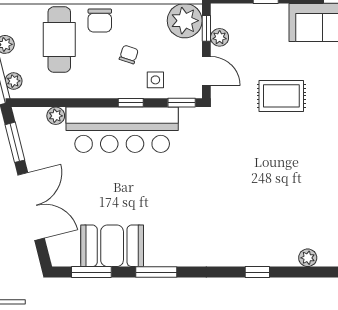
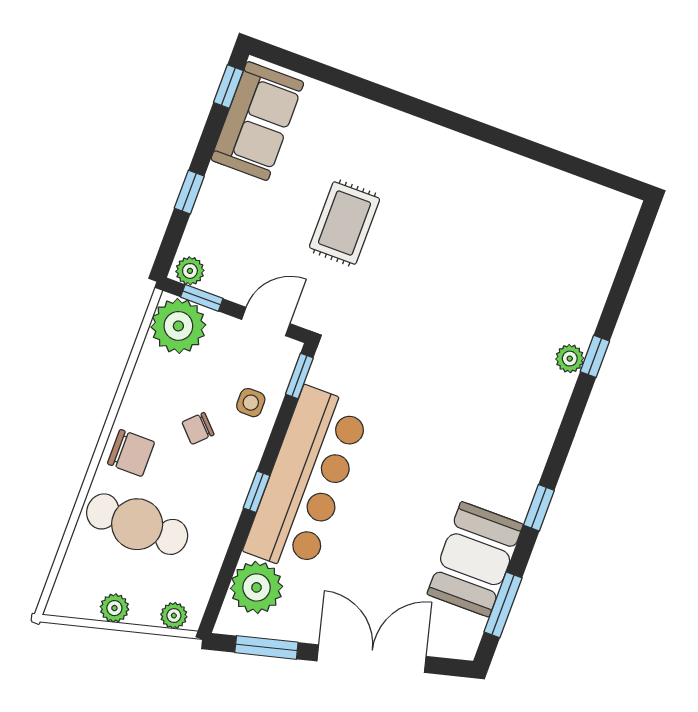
plant: (220, 37) -> (190, 271), moved
chair: (129, 54) -> (198, 428), turned -62
window: (131, 103) -> (257, 492), moved
plant: (56, 116) -> (257, 587), width x1.88, depth x1.88
plant: (308, 258) -> (570, 359), moved
window: (156, 272) -> (539, 508), width x0.67

